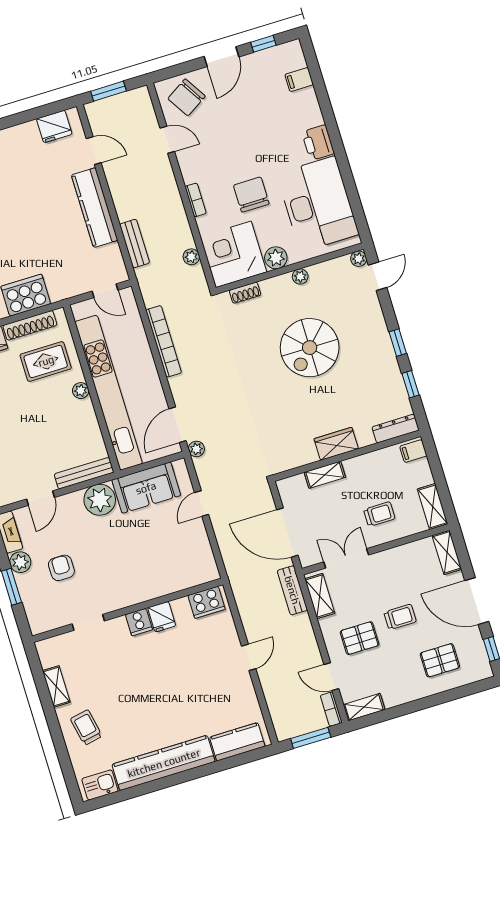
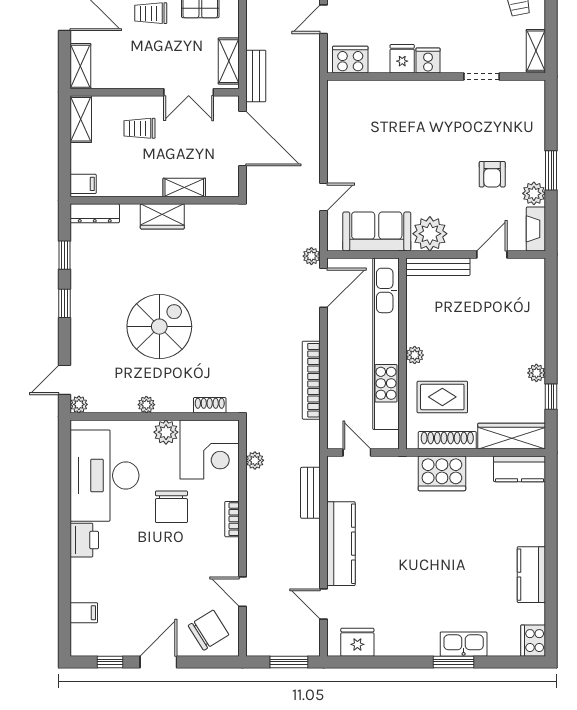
cooker: (206, 602) -> (350, 60), moved
wall: (128, 610) -> (436, 77), moved
fridge: (162, 617) -> (402, 59), moved
doorway: (88, 622) -> (482, 77), moved
cooker: (139, 622) -> (428, 61), moved

